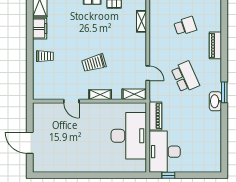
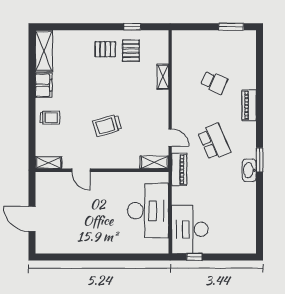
school desk: (185, 26) -> (214, 82), turned 42
shelving: (100, 95) -> (49, 163), moved
piano: (155, 116) -> (179, 170), moved

